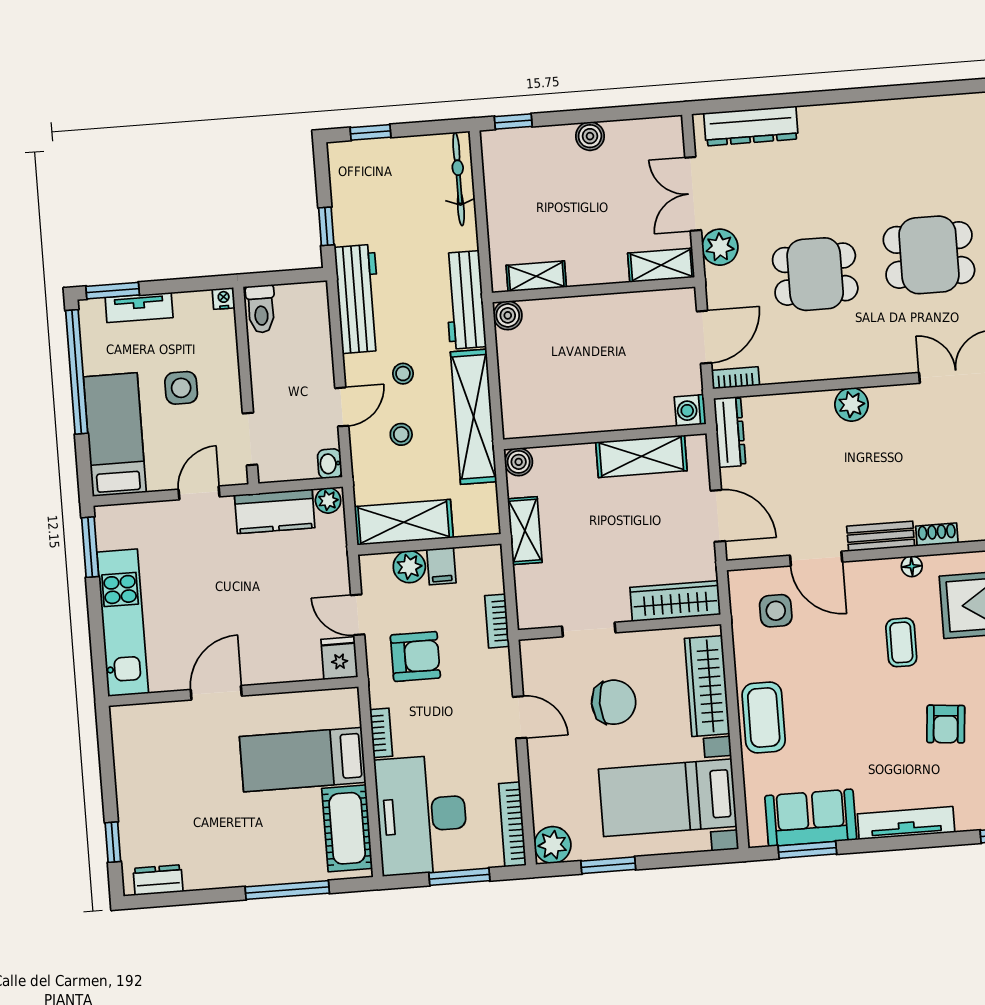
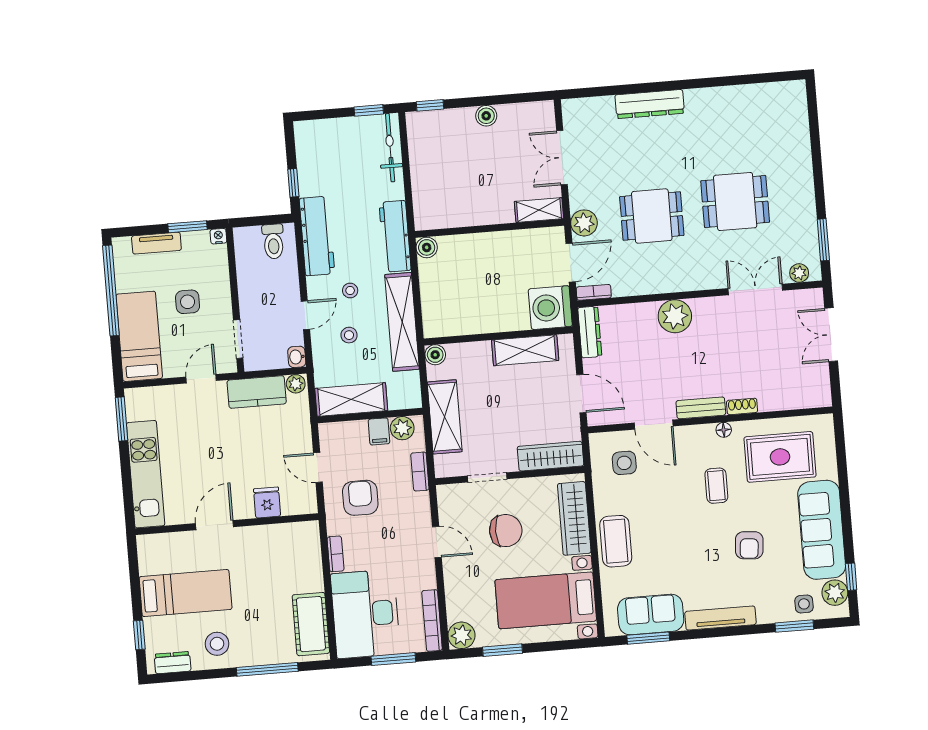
dresser: (751, 126) -> (650, 104), moved
window: (371, 132) -> (369, 110), moved
plant: (720, 247) -> (584, 223), moved
shelving: (536, 276) -> (447, 219), removed
window: (113, 291) -> (188, 227), moved
toilet: (261, 309) -> (273, 241), moved
plant: (851, 404) -> (675, 316), width x1.36, depth x1.36
washing machine: (690, 410) -> (550, 308), width x1.89, depth x1.89
shelving: (525, 531) -> (445, 417), width x1.50, depth x1.33
plant: (409, 567) -> (402, 428), moved
armchair: (415, 656) -> (360, 498), turned -90
fridge: (339, 658) -> (267, 502), moved
bed: (303, 760) -> (186, 593), moved, turned 180
stool: (219, 855) -> (217, 644), added

